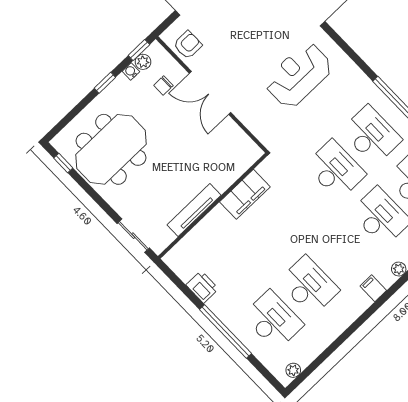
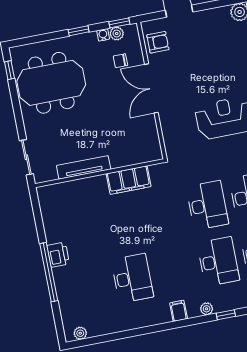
printer: (202, 287) -> (58, 255), moved
desk: (273, 320) -> (89, 287), removed

